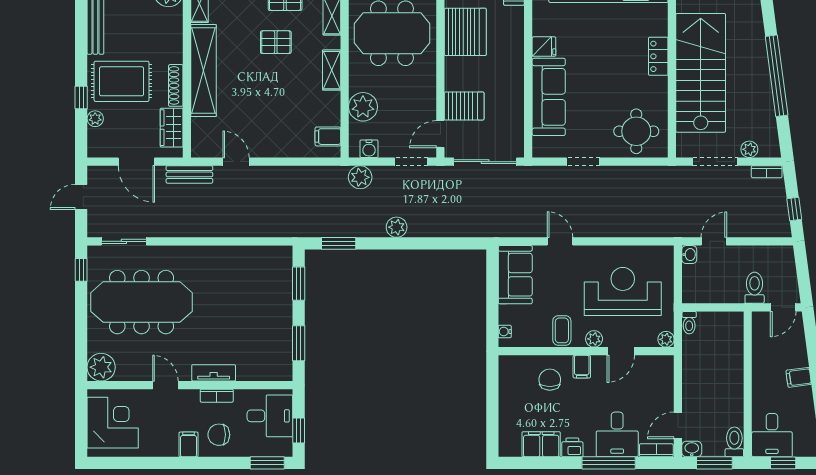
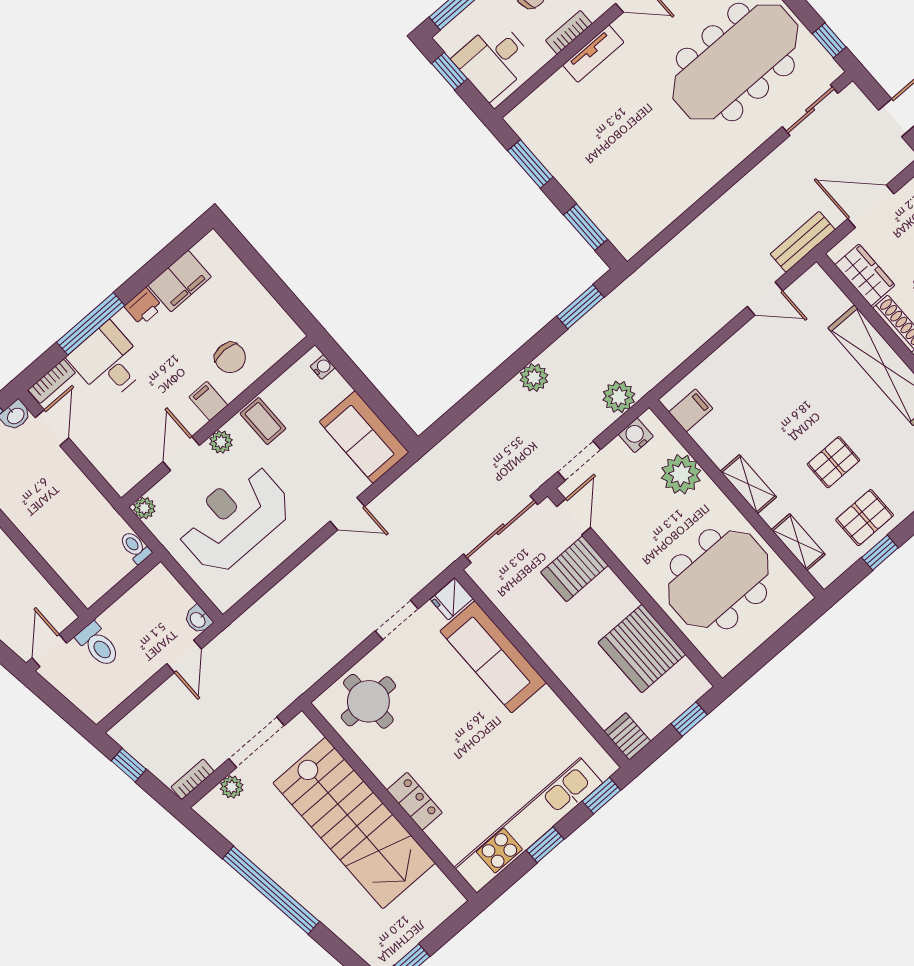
fridge: (544, 47) -> (452, 599), moved
reception desk: (623, 291) -> (234, 519), turned 180

